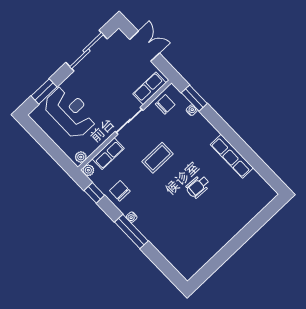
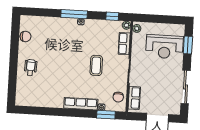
row of seats: (232, 156) -> (81, 104), moved
wheelchair: (198, 186) -> (31, 67), moved
chair: (120, 191) -> (25, 37), moved

